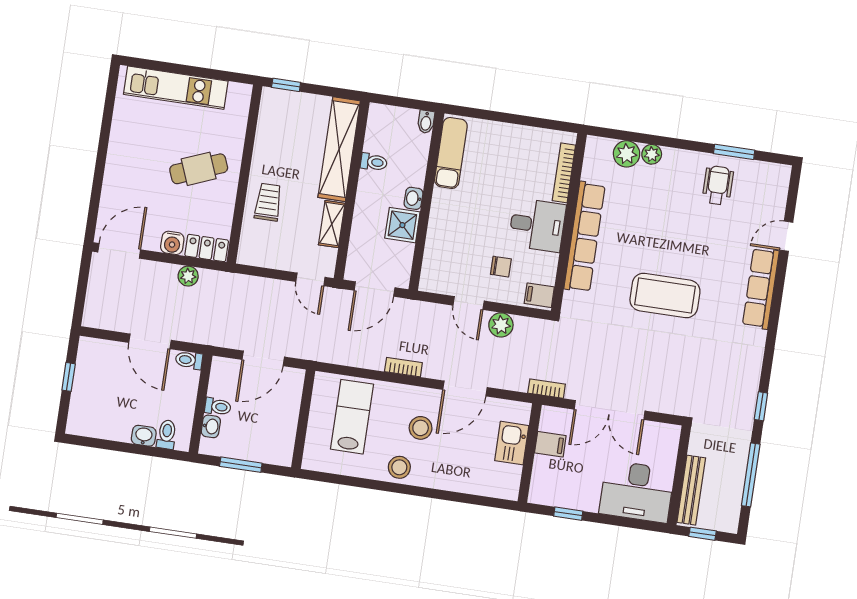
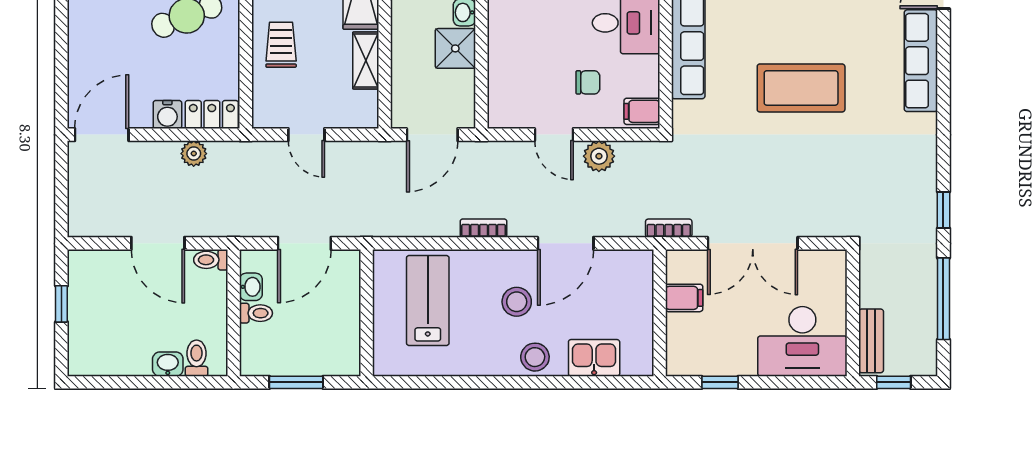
door: (310, 279) -> (306, 135), moved
washbasin: (211, 426) -> (251, 287), moved
kitchen sink: (512, 443) -> (594, 358), moved, turned 90
stool: (399, 467) -> (535, 357), moved
bench: (691, 490) -> (871, 341), width x0.73

